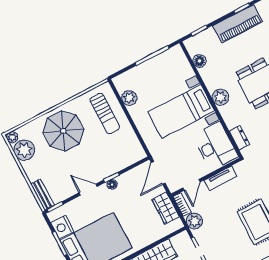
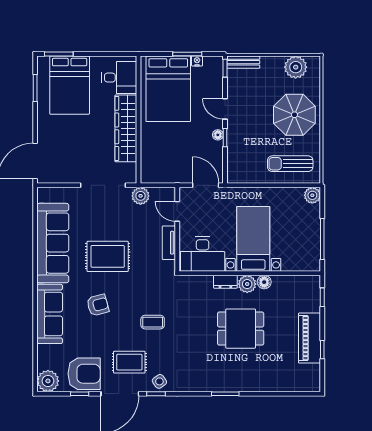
floor lamp: (200, 61) -> (264, 282), moved
plant: (129, 98) -> (312, 195), moved
plant: (12, 137) -> (314, 62), removed
dresser: (239, 138) -> (225, 282), moved
door: (88, 190) -> (225, 109), swing flipped
bookcase: (182, 205) -> (163, 192), removed
wardrobe: (166, 208) -> (168, 174), removed
nightstand: (62, 227) -> (197, 61), width x0.53, depth x0.56

